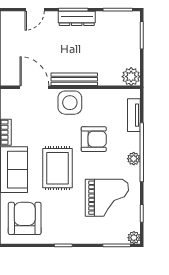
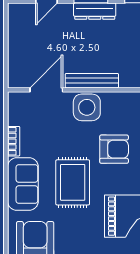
door: (34, 87) -> (46, 90), hinge flipped

